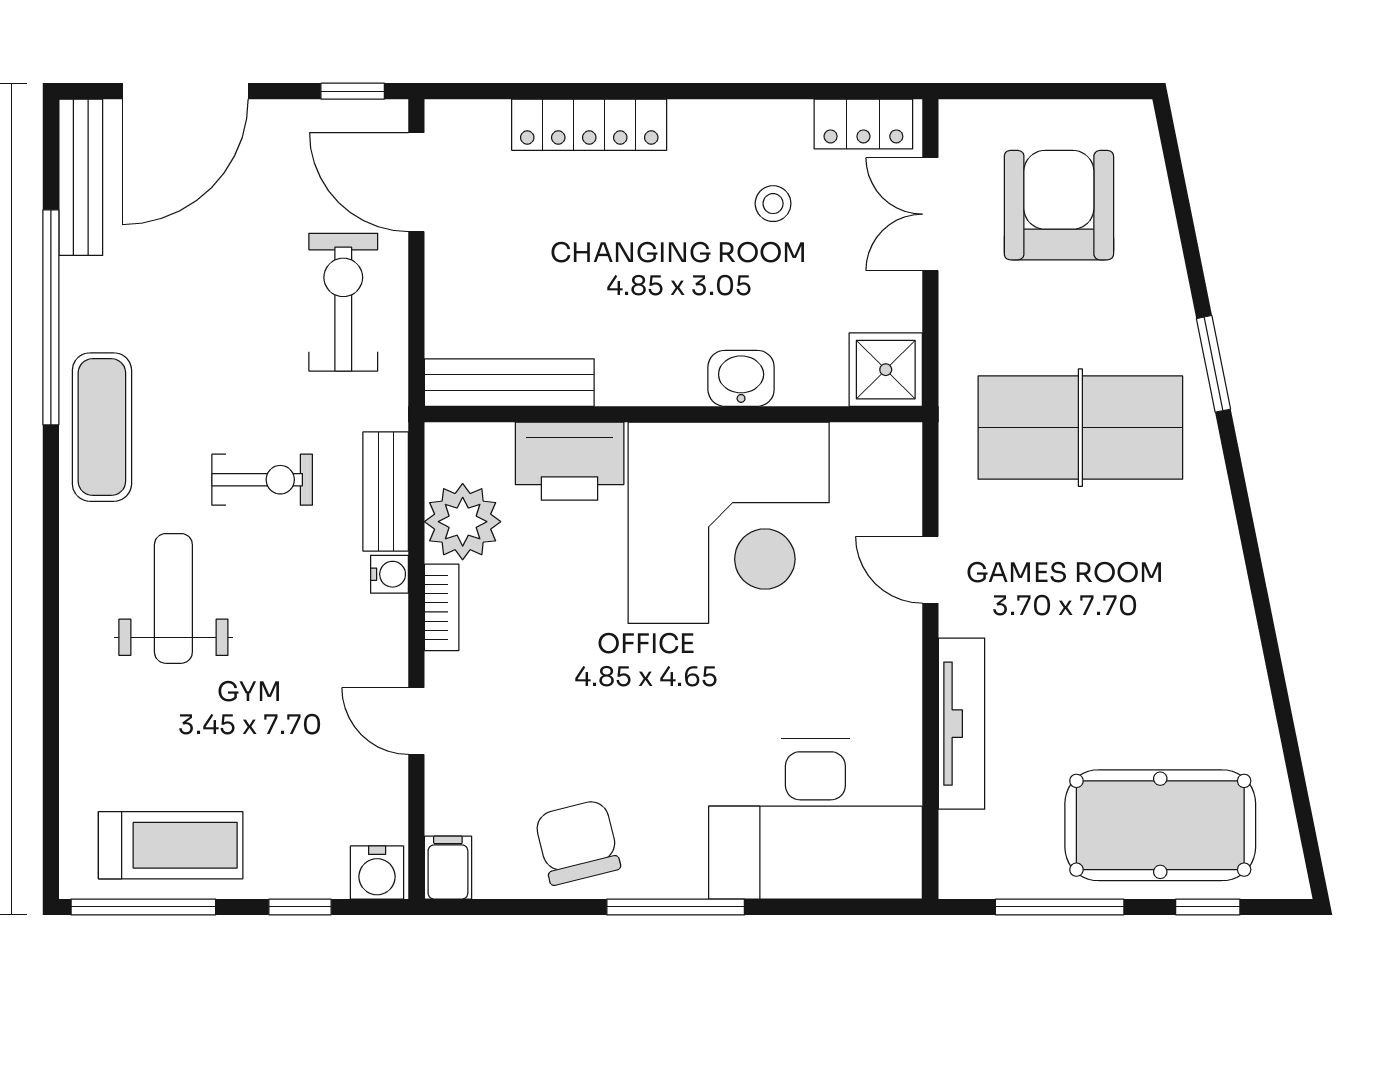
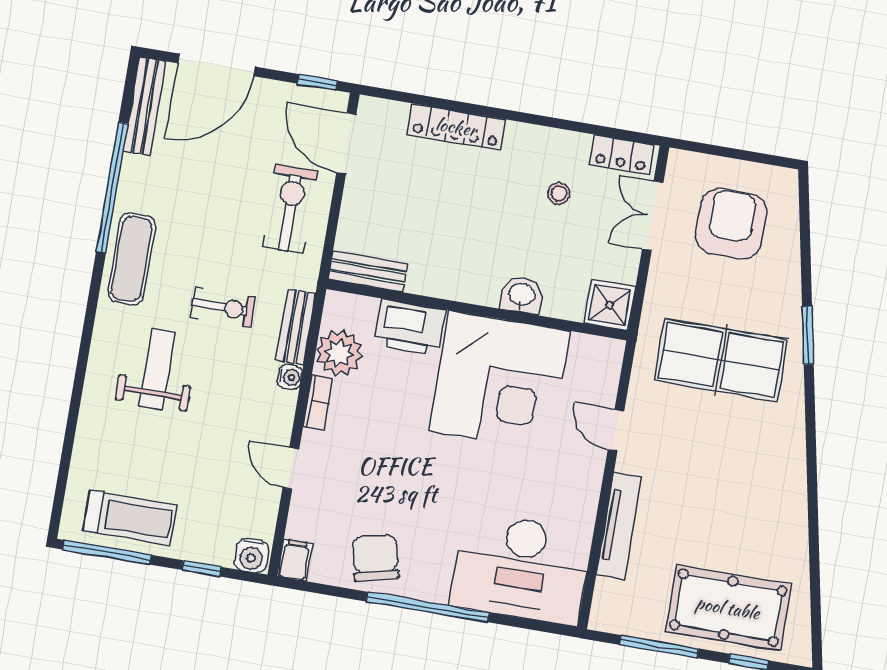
bench: (509, 383) -> (368, 272), width x0.73
window: (676, 907) -> (428, 607), width x1.46

